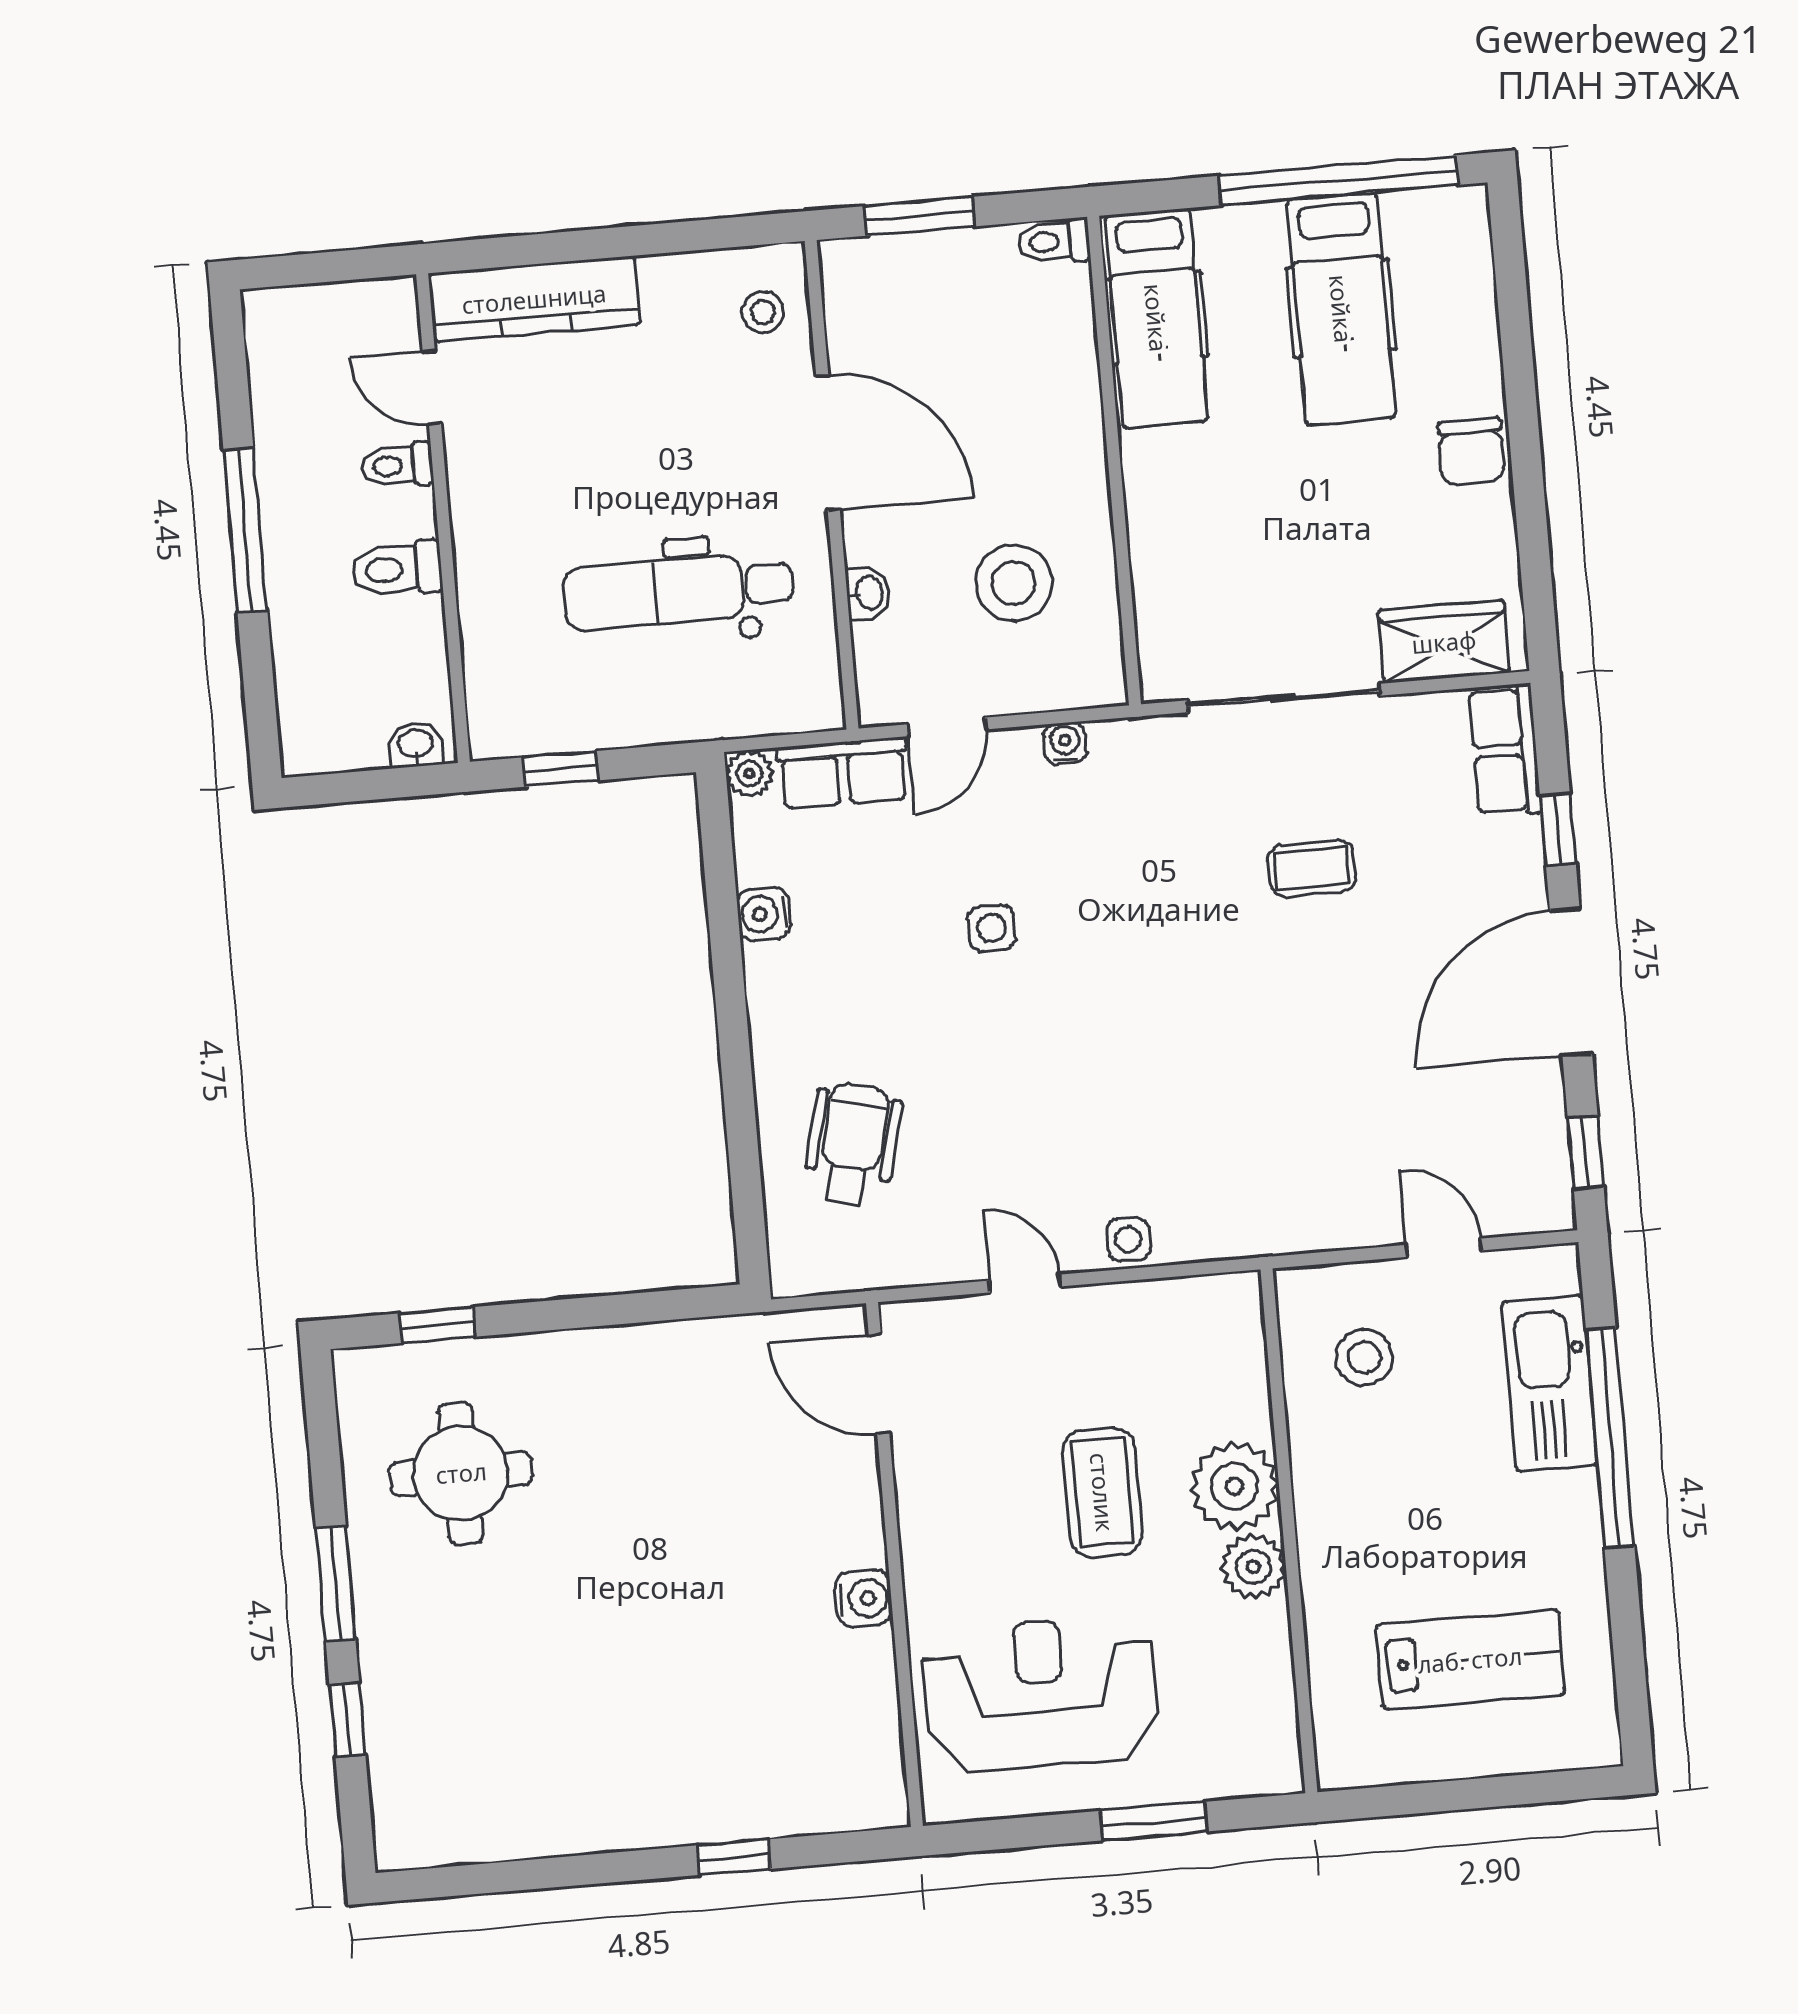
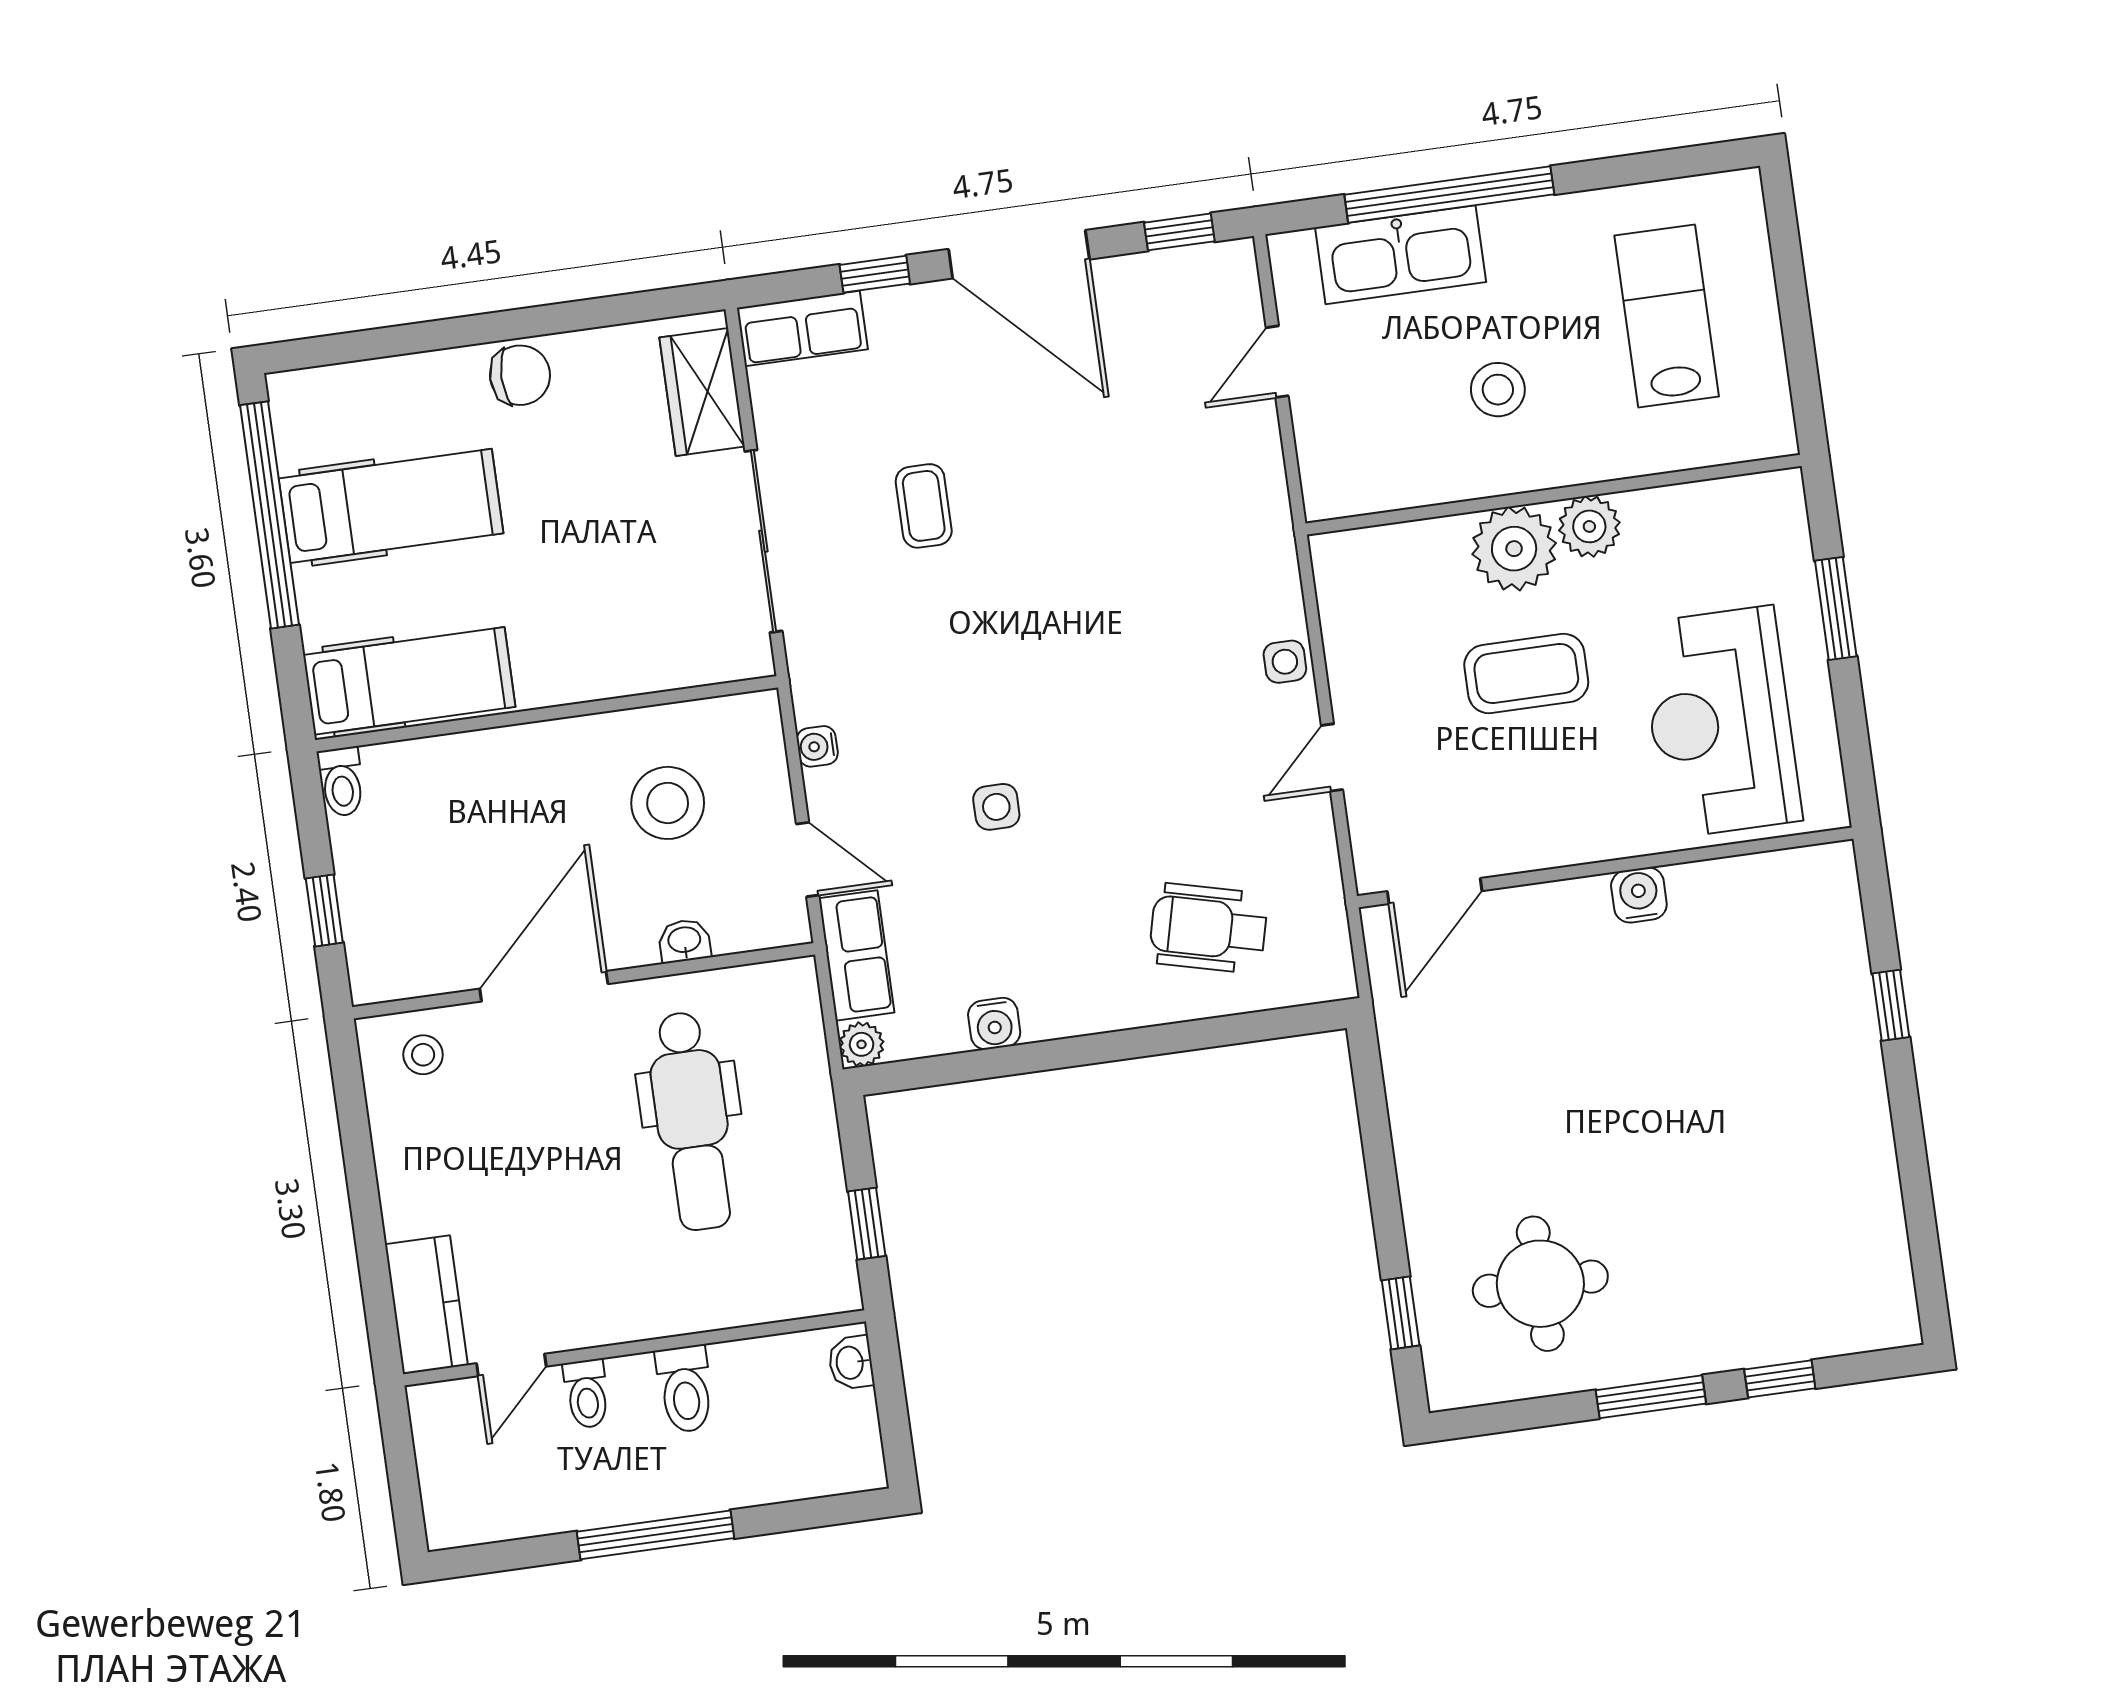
window: (920, 216) -> (324, 911), width x0.67
kitchen counter: (534, 299) -> (426, 1305), width x0.67
stool: (1364, 1357) -> (1498, 390), moved

